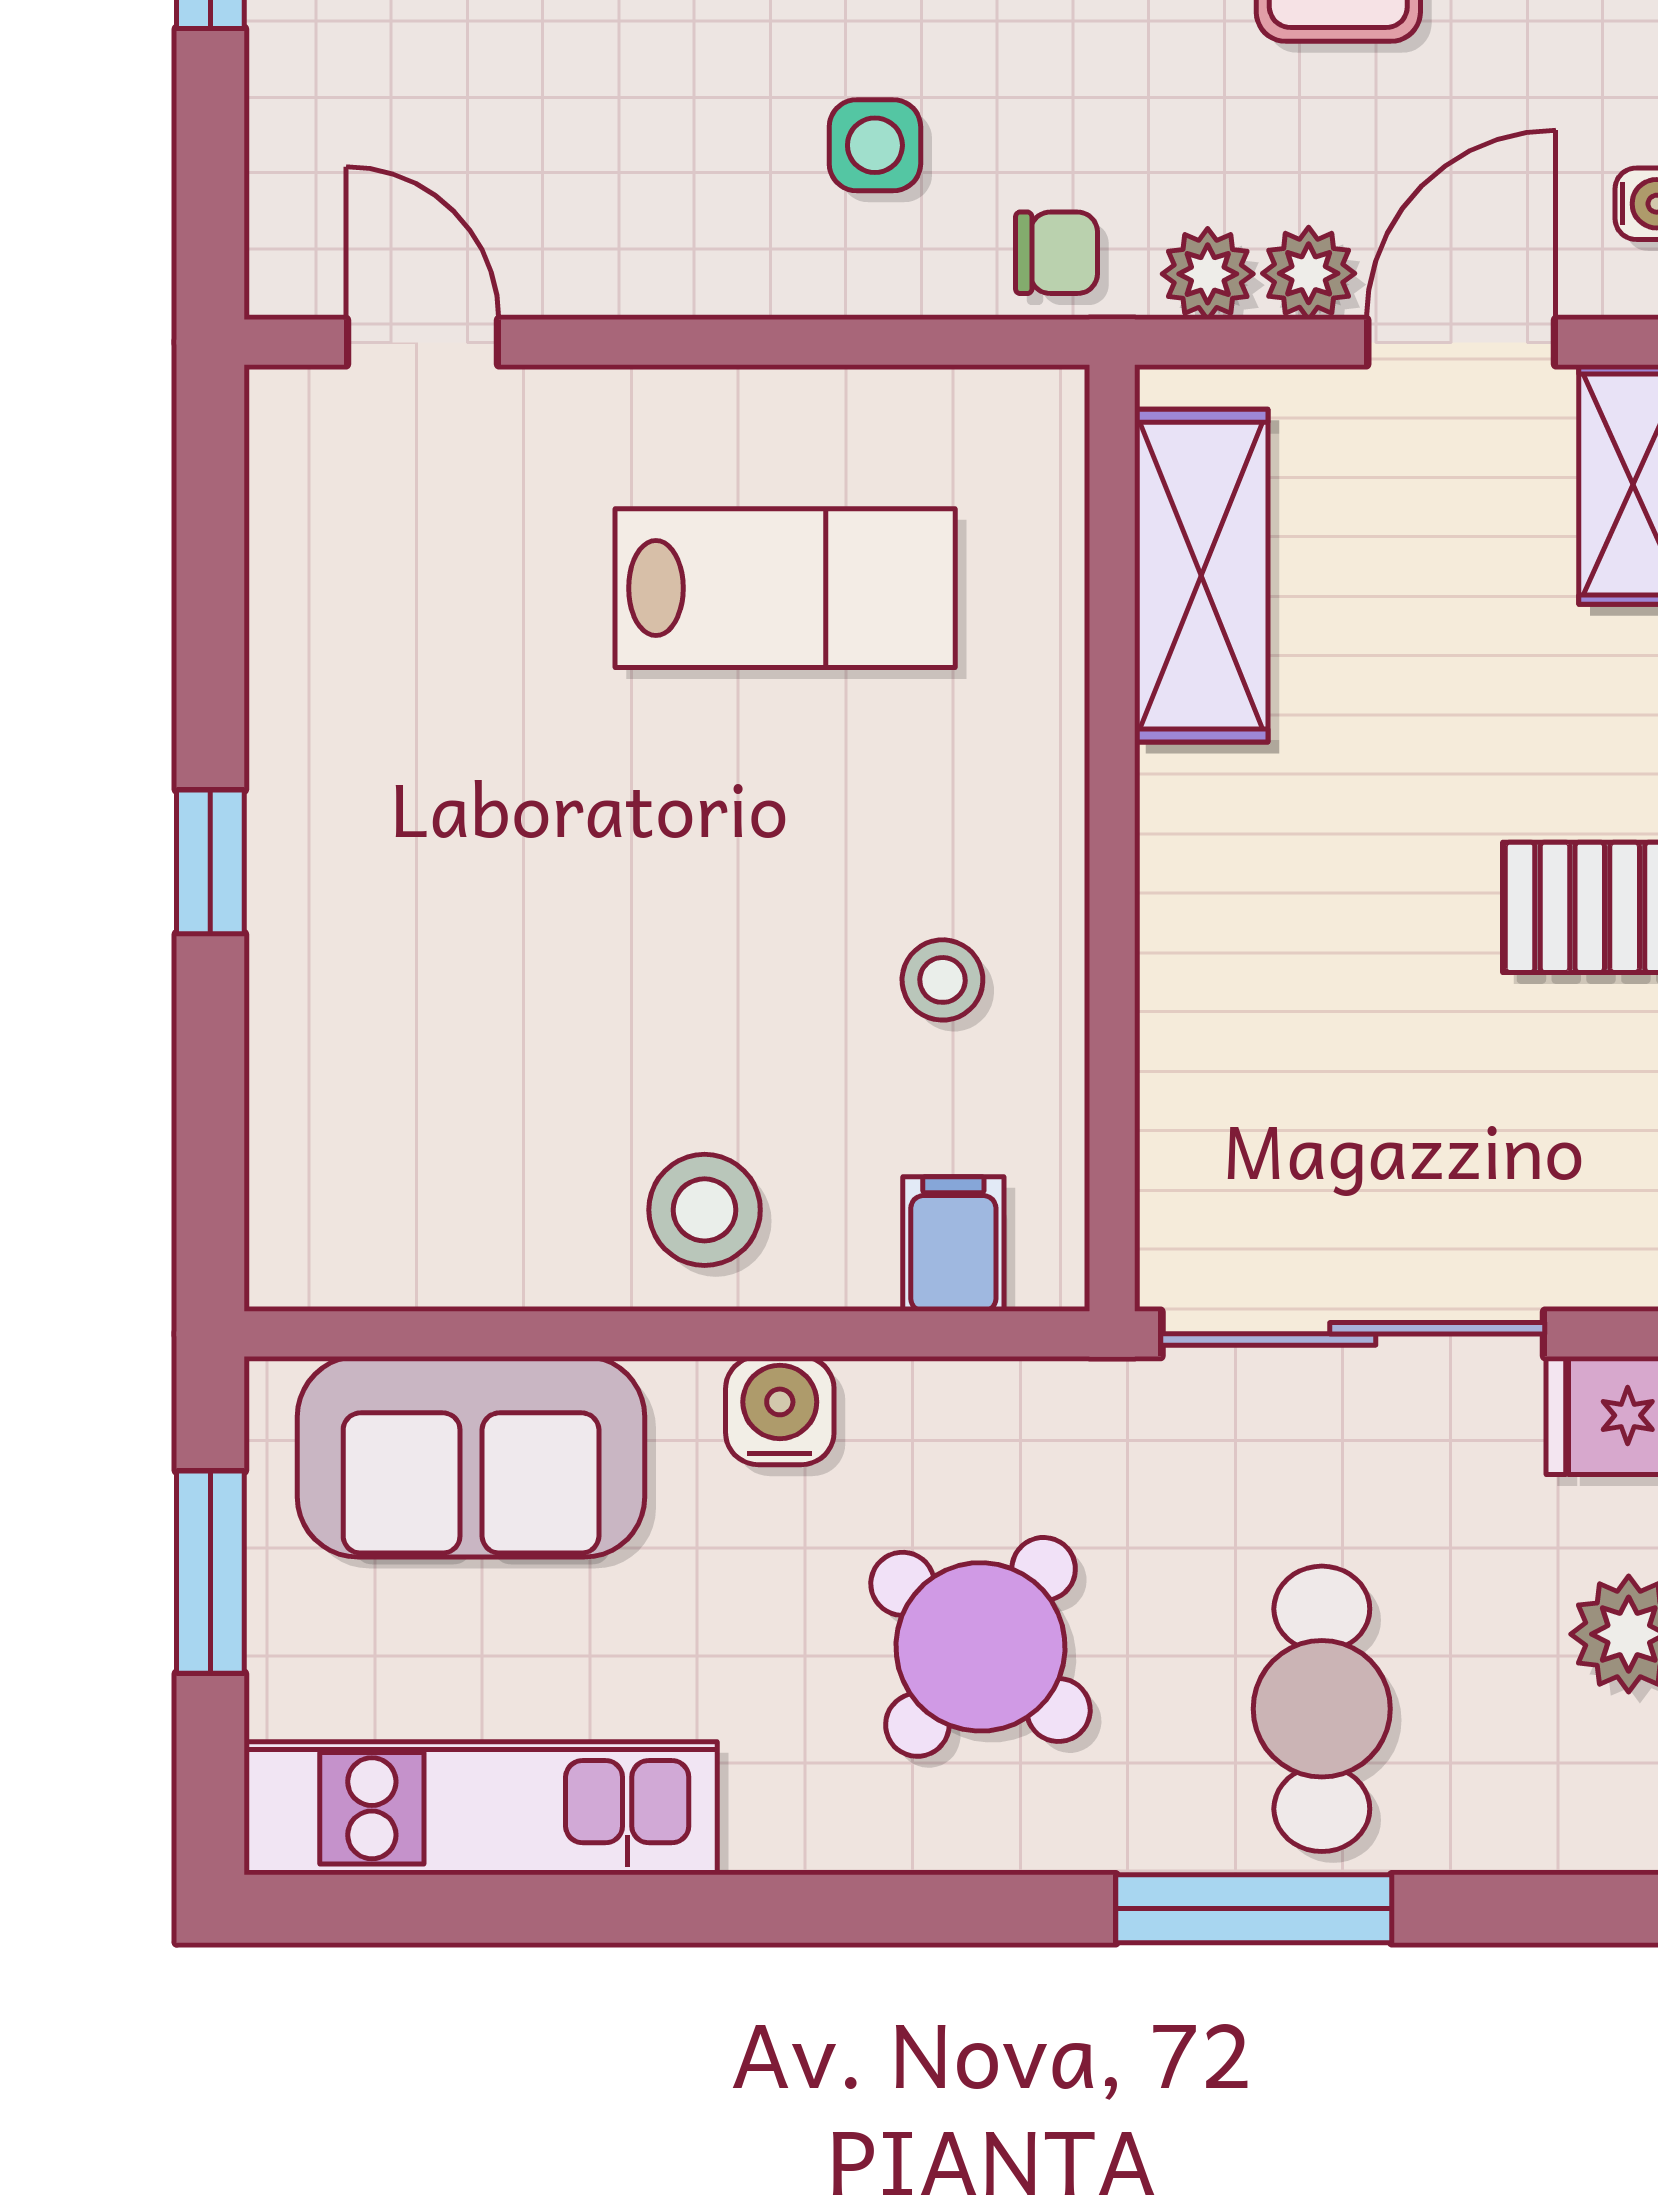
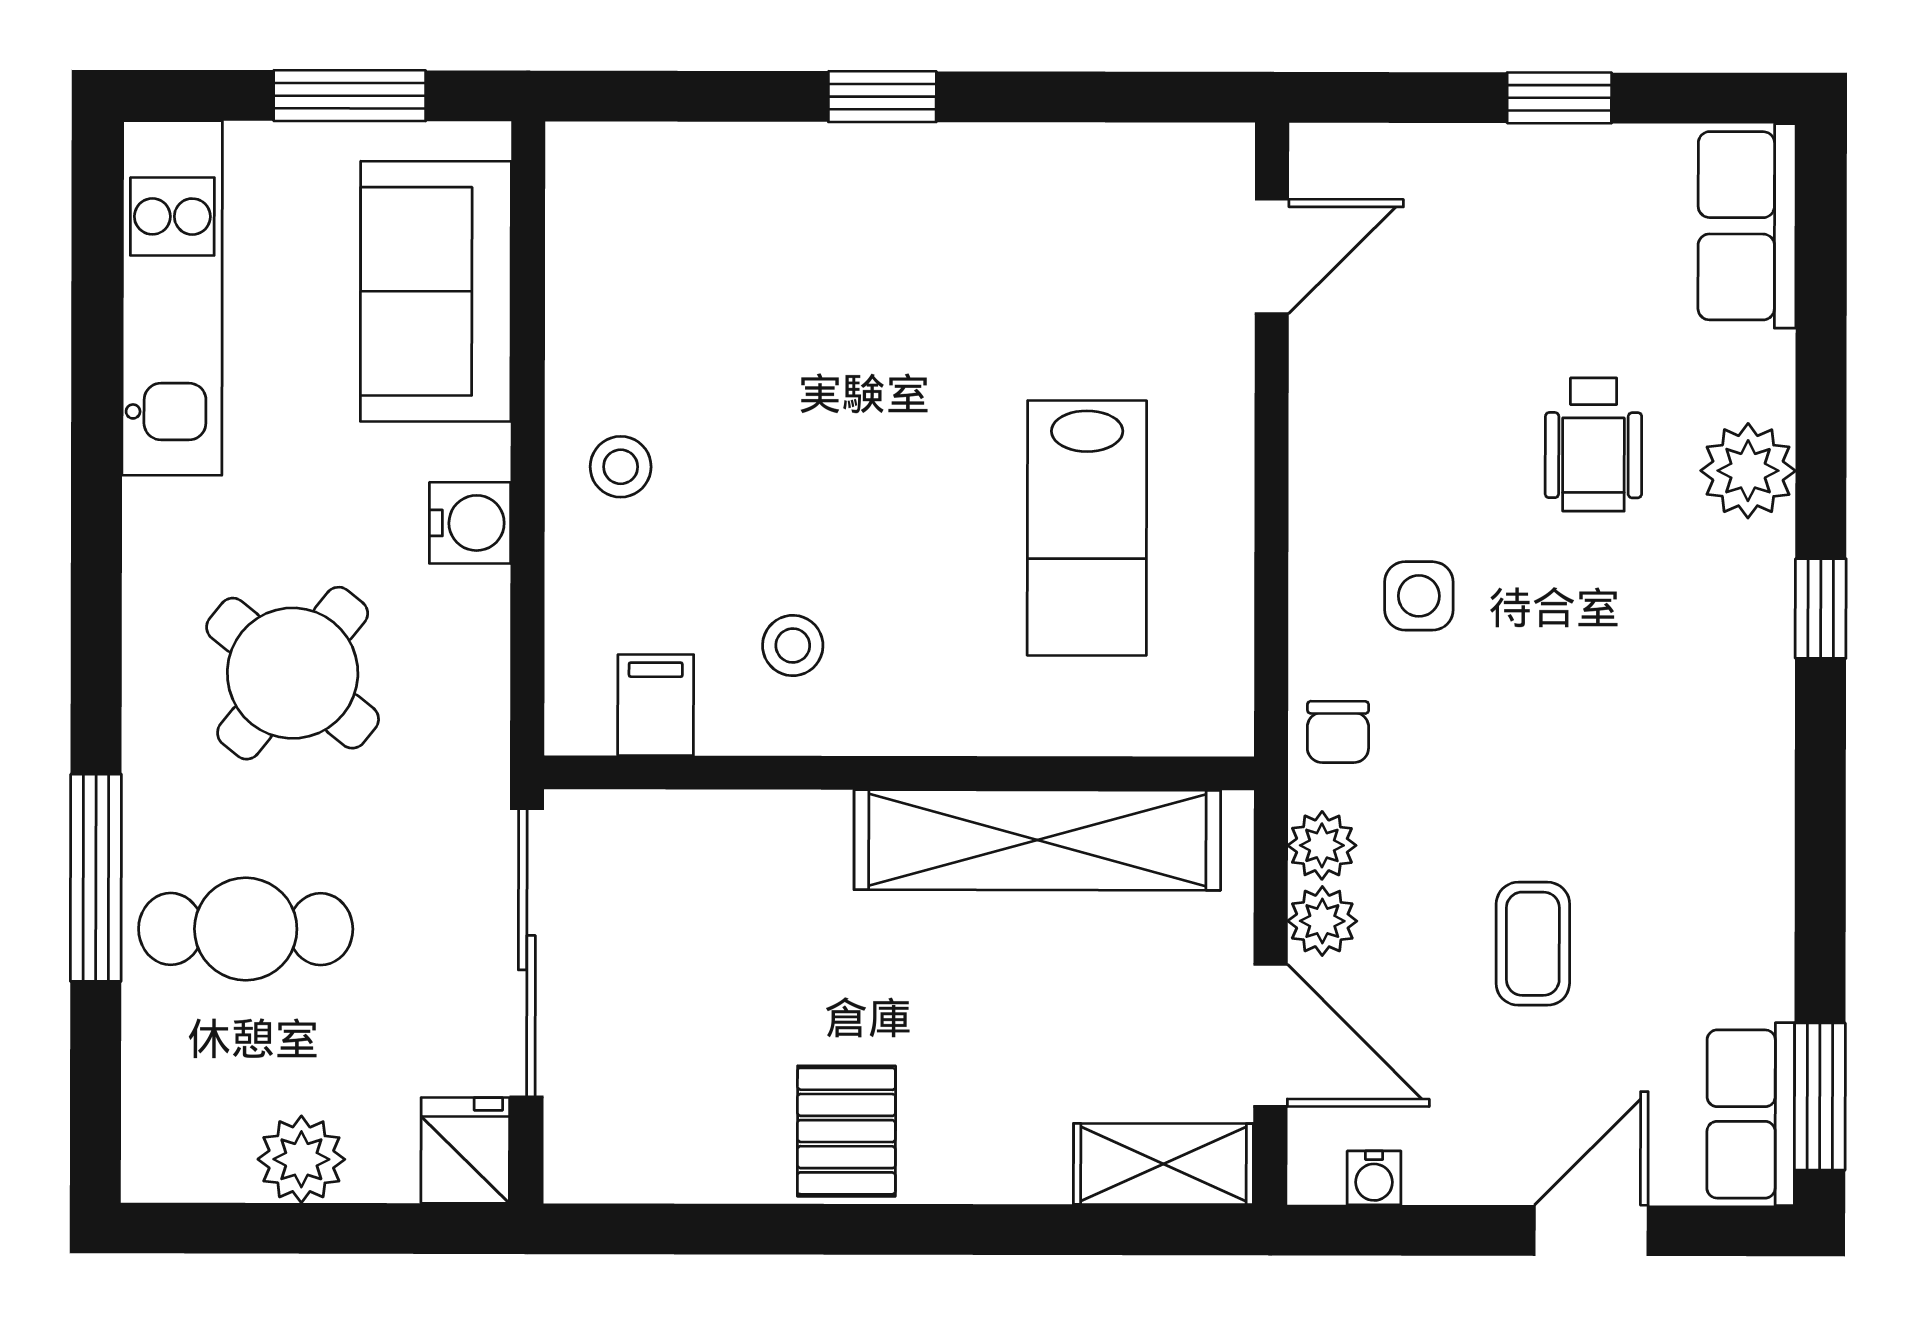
shelving: (1201, 576) -> (1037, 840), width x1.47
stool: (705, 1210) -> (621, 467), width x0.73, depth x0.73
filing cabinet: (953, 1244) -> (656, 705), moved, turned -90

